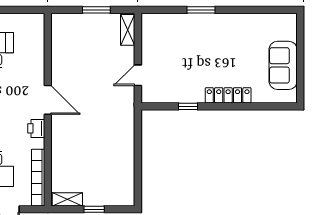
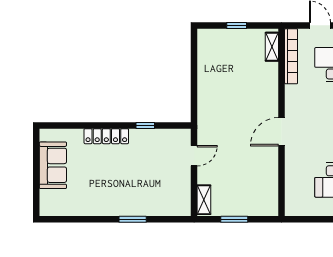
door: (48, 100) -> (282, 132), hinge flipped
printer: (36, 128) -> (293, 104), removed
shelving: (67, 199) -> (272, 47), moved, turned 90

